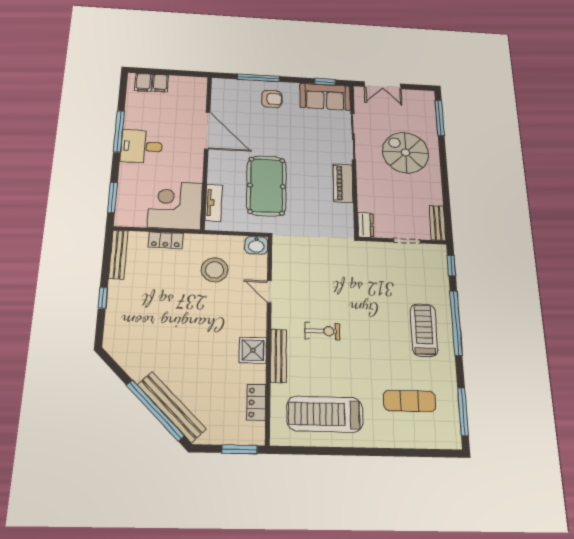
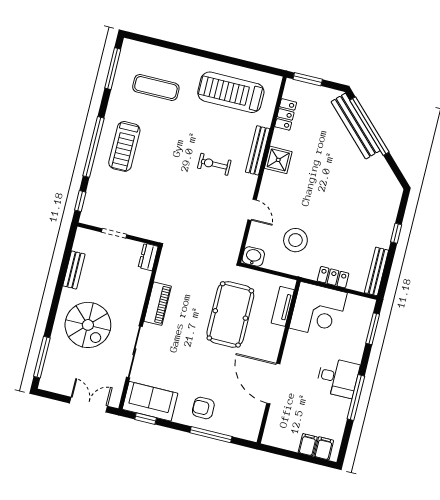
bench: (437, 223) -> (74, 270), moved
treadmill: (325, 414) -> (231, 92), turned 180

